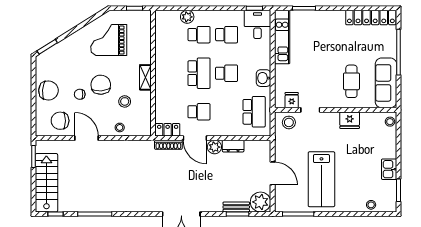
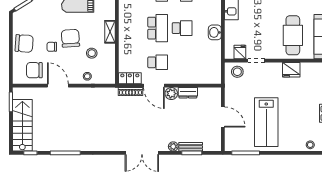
cafe table: (351, 81) -> (293, 35), width x1.37, depth x1.35
school desk: (254, 112) -> (207, 62), removed
plant: (260, 202) -> (173, 146), moved, width x0.53, depth x0.53

